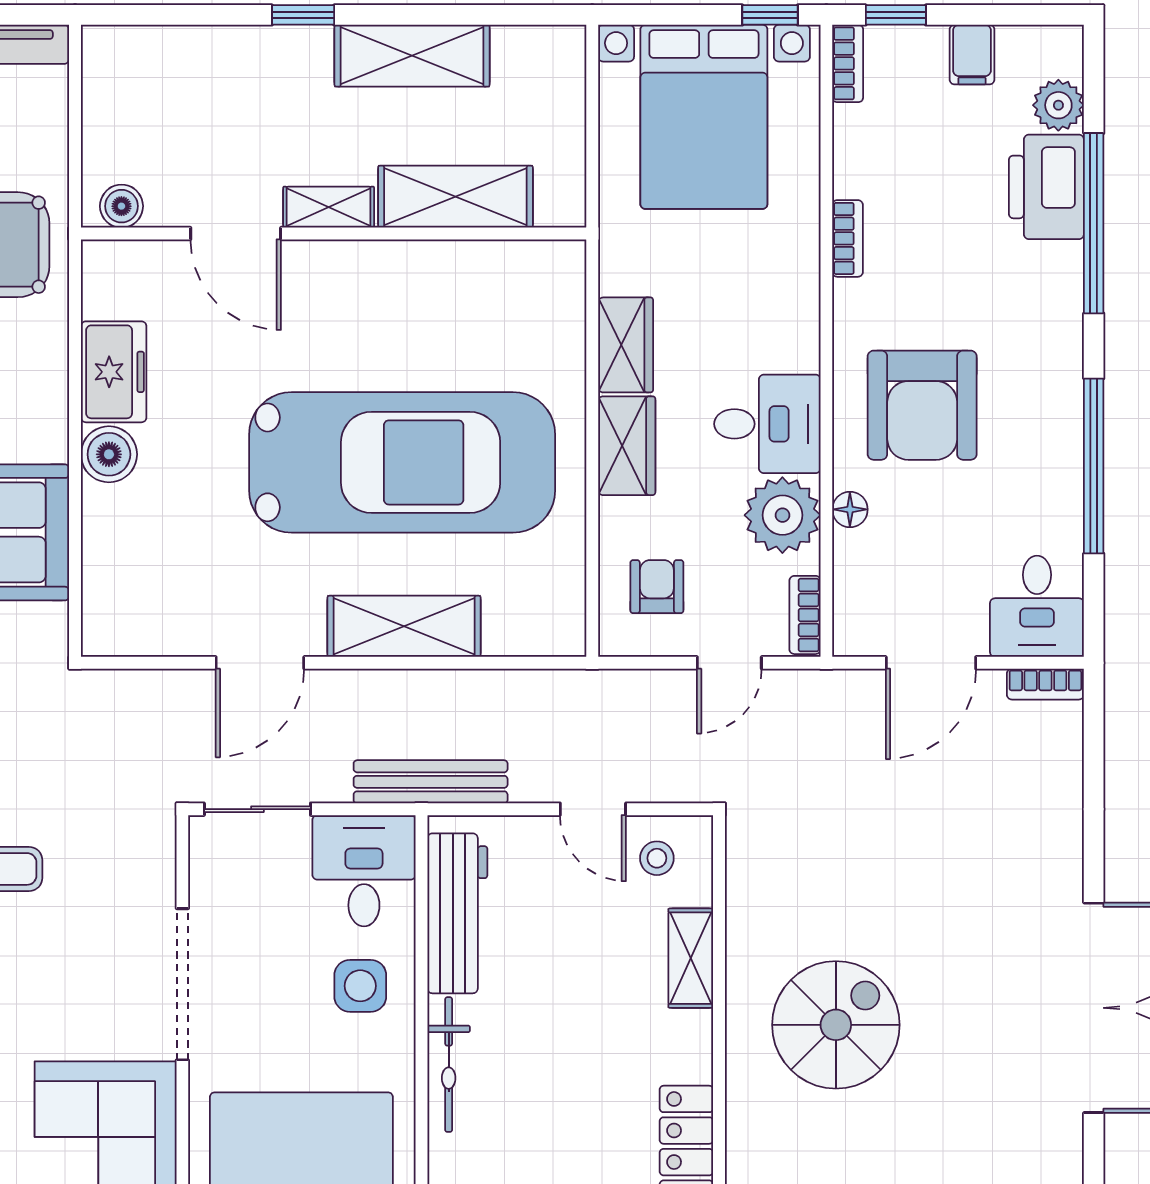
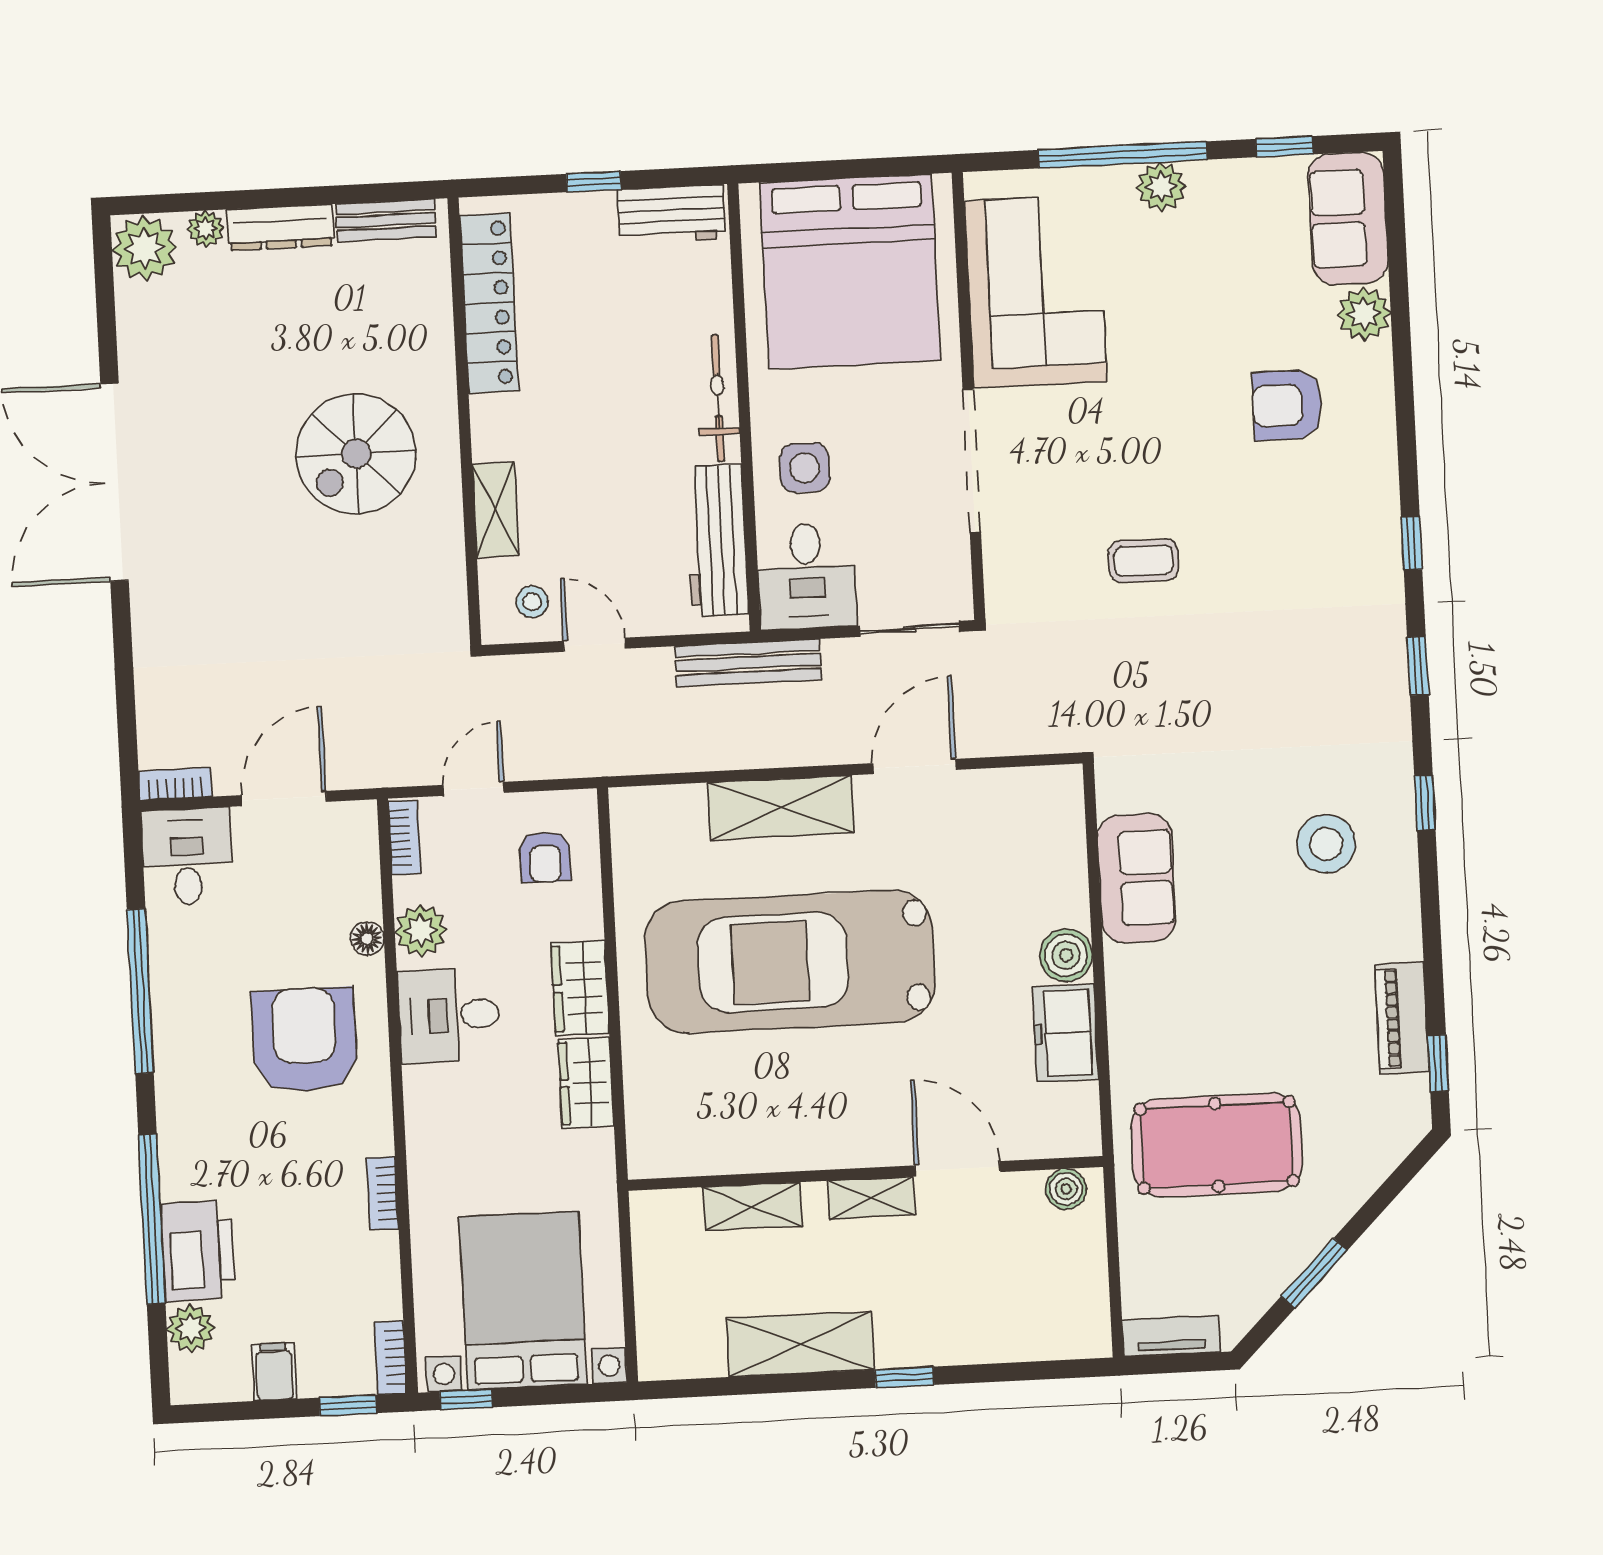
shelving: (455, 197) -> (752, 1206), width x0.67, depth x0.75
plant: (782, 515) -> (421, 931), width x0.73, depth x0.73

